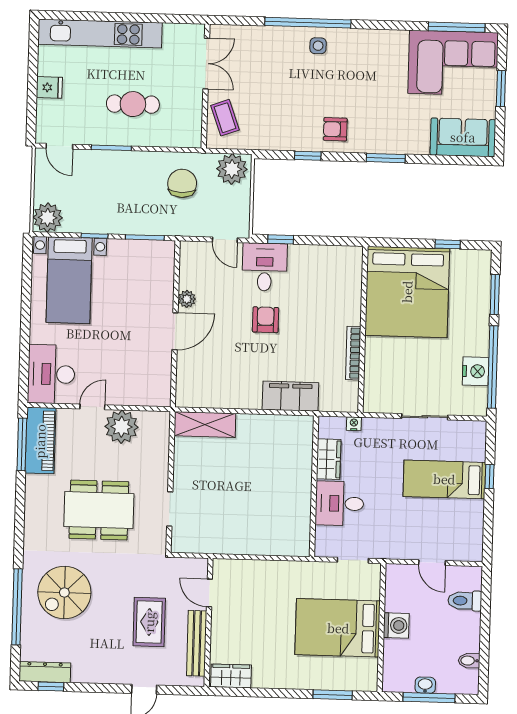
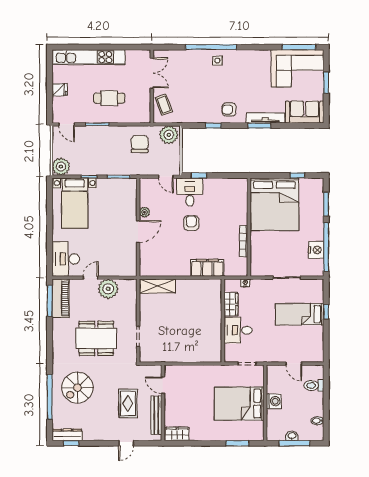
tv unit: (396, 145) -> (265, 118), added

